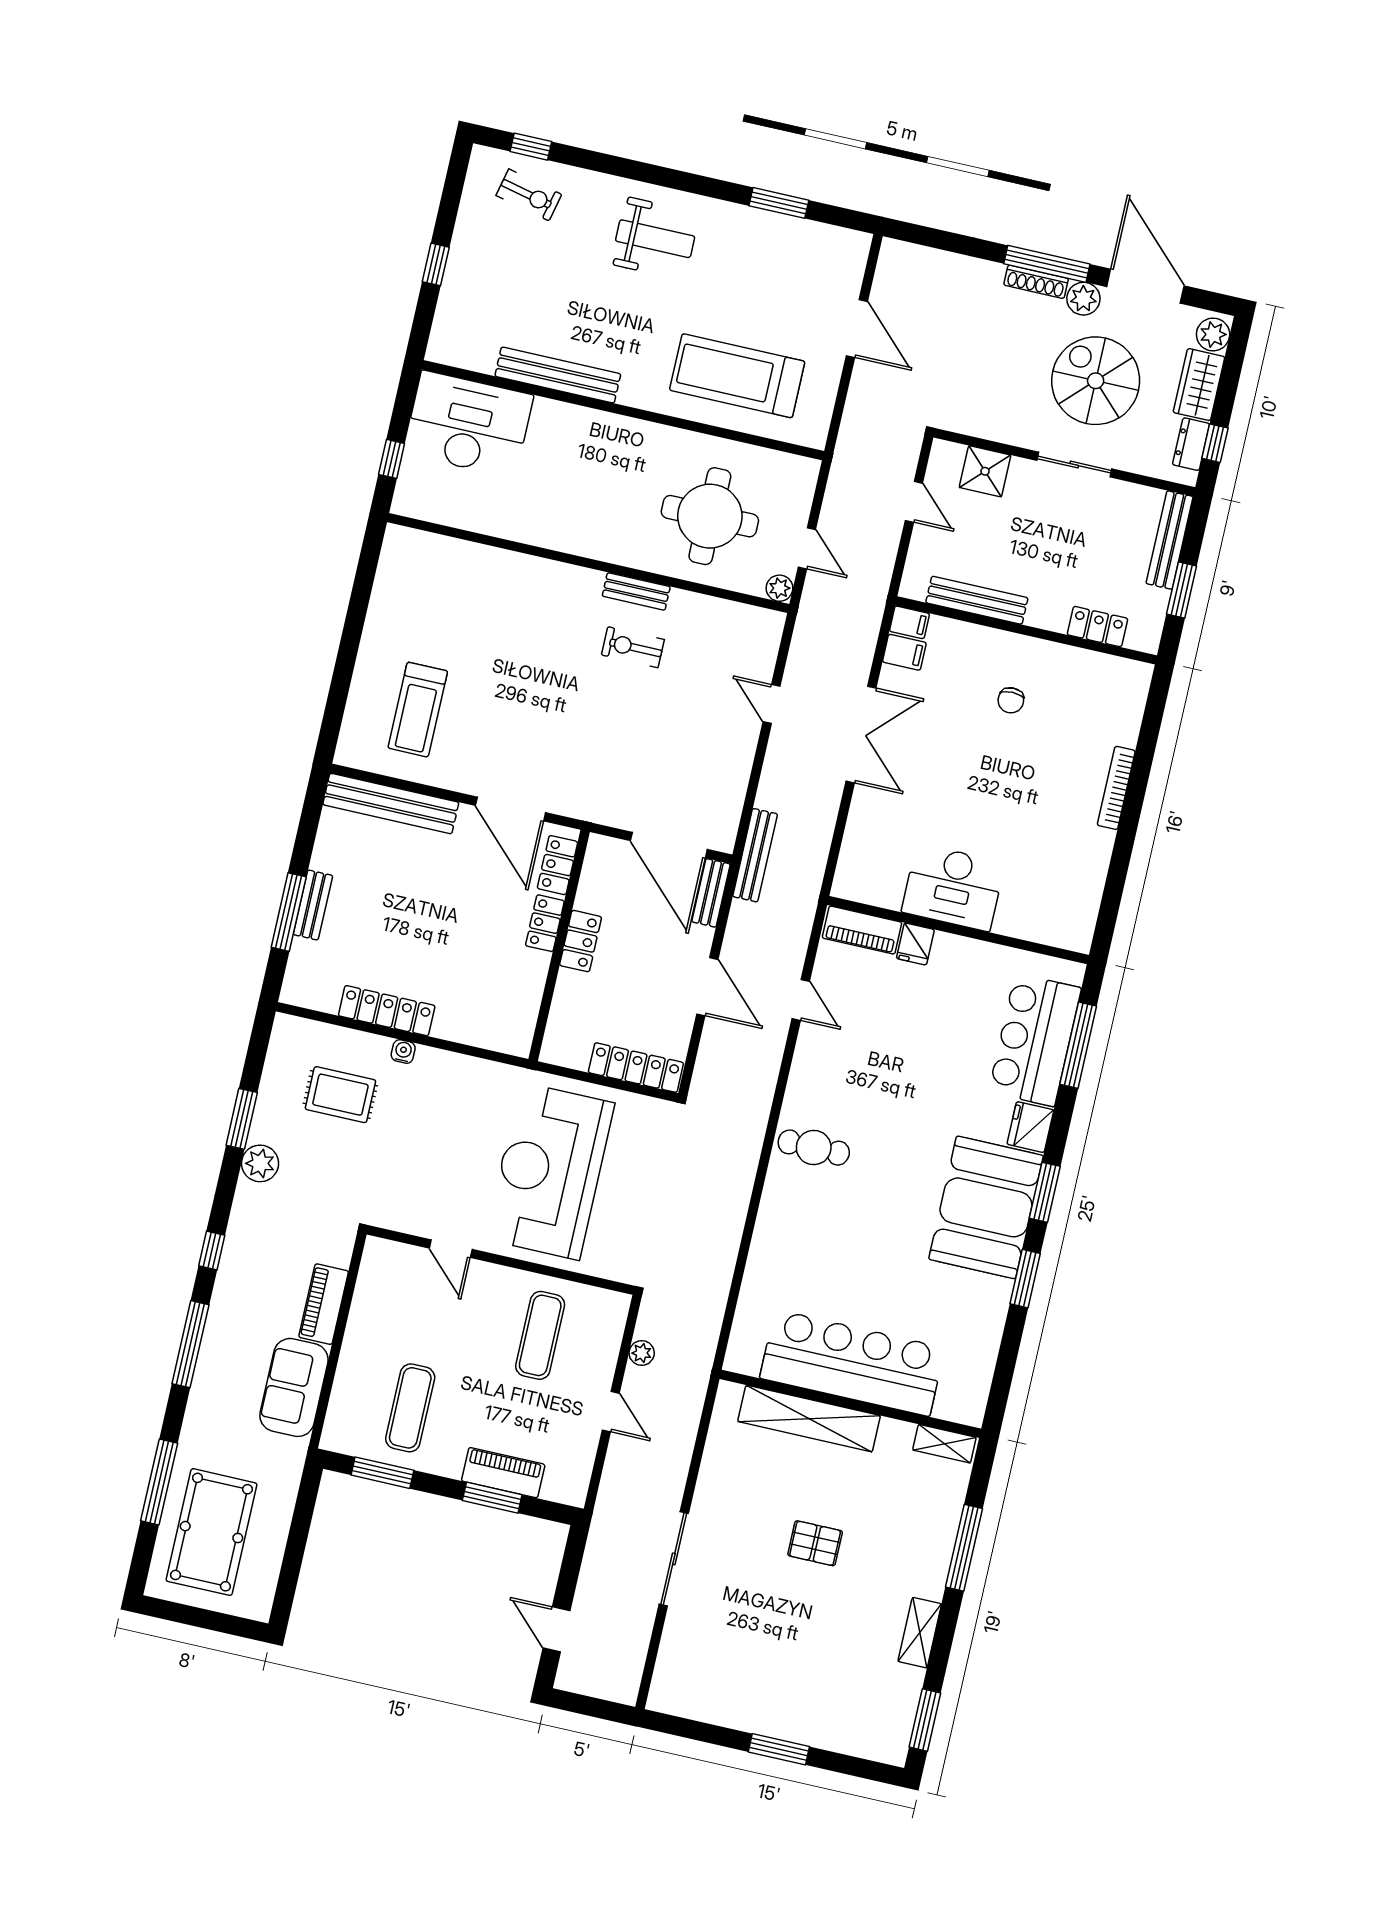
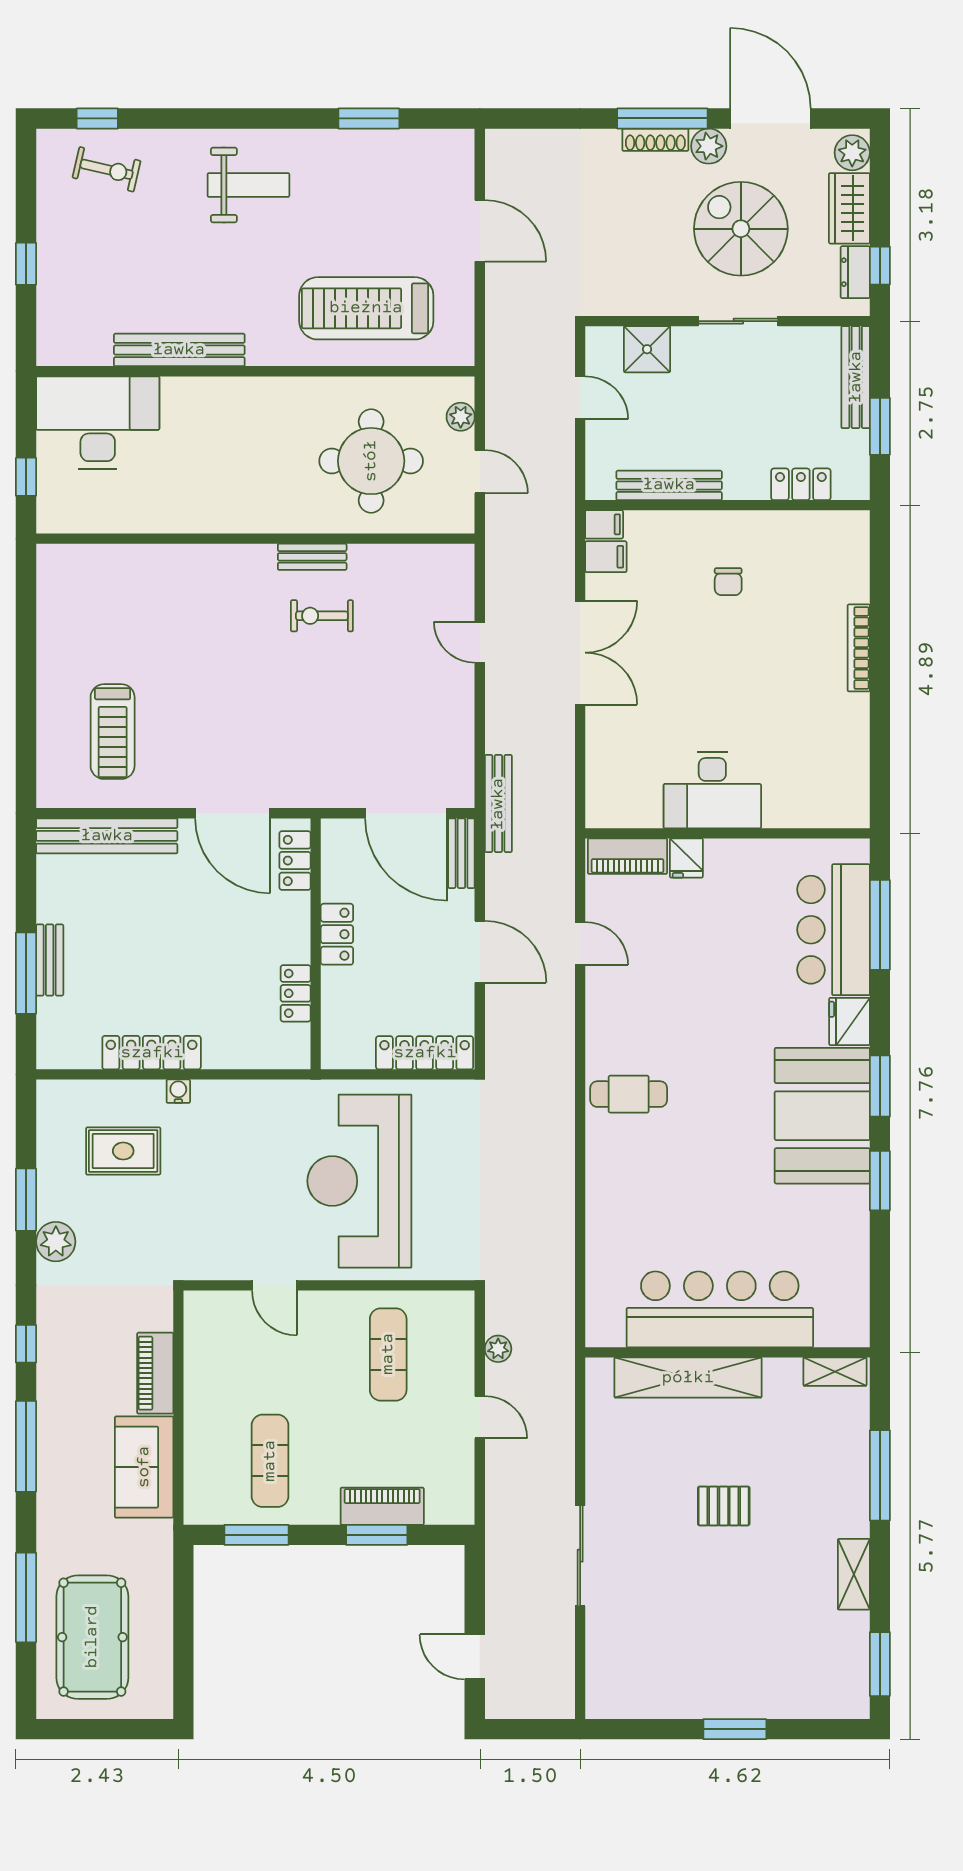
plant: (779, 588) -> (461, 417), moved
locker: (545, 923) -> (296, 993), moved

